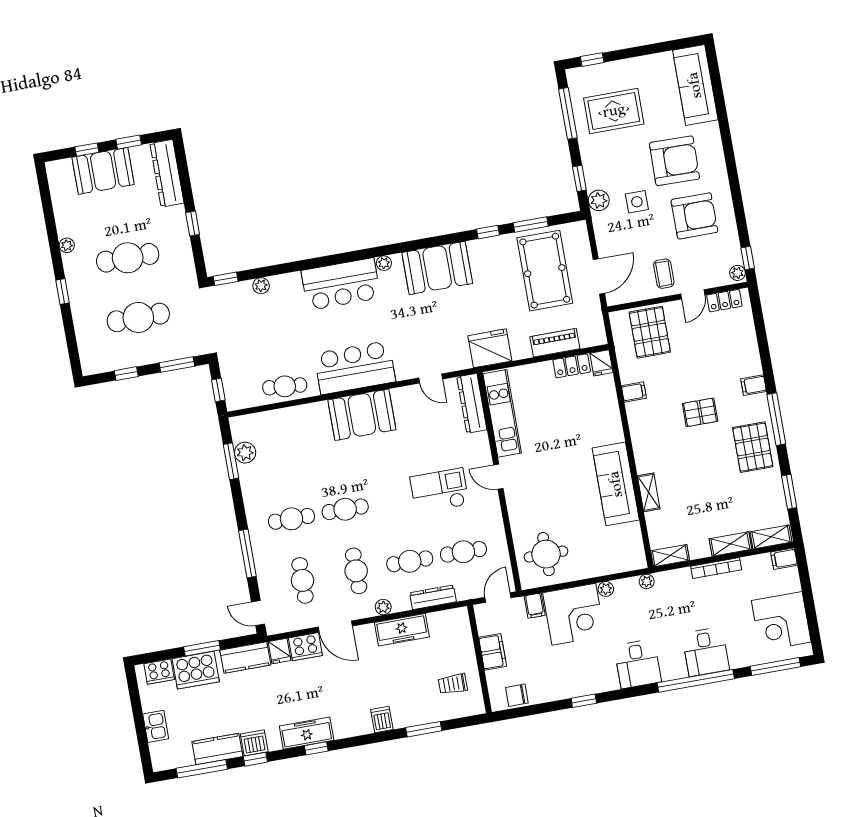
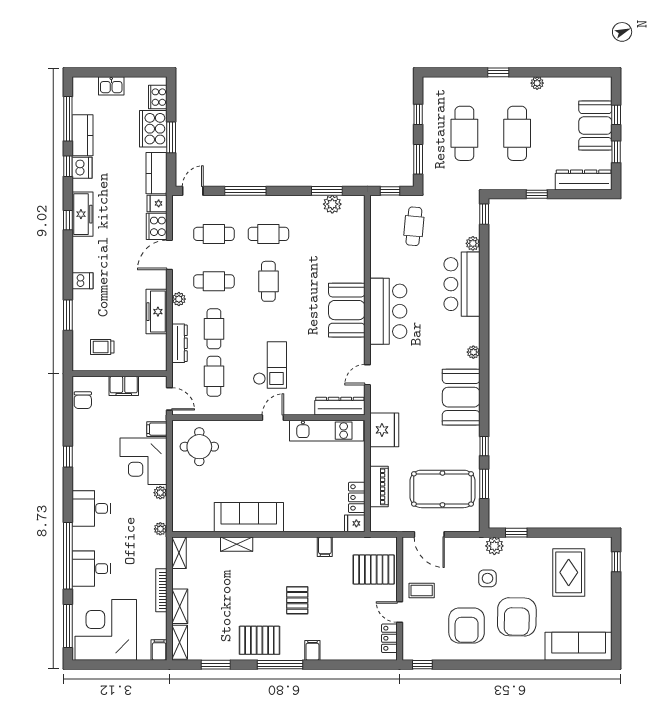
window: (568, 113) -> (574, 533), removed
plant: (738, 273) -> (411, 654), removed
bar counter: (341, 284) -> (462, 284), moved
cafe table: (285, 386) -> (414, 226), moved
cafe table: (292, 519) -> (268, 234), turned 90
corner desk: (781, 621) -> (106, 630), width x1.36, depth x1.36
trolley: (453, 684) -> (102, 347), turned -90
chair: (517, 695) -> (83, 400), turned 180

